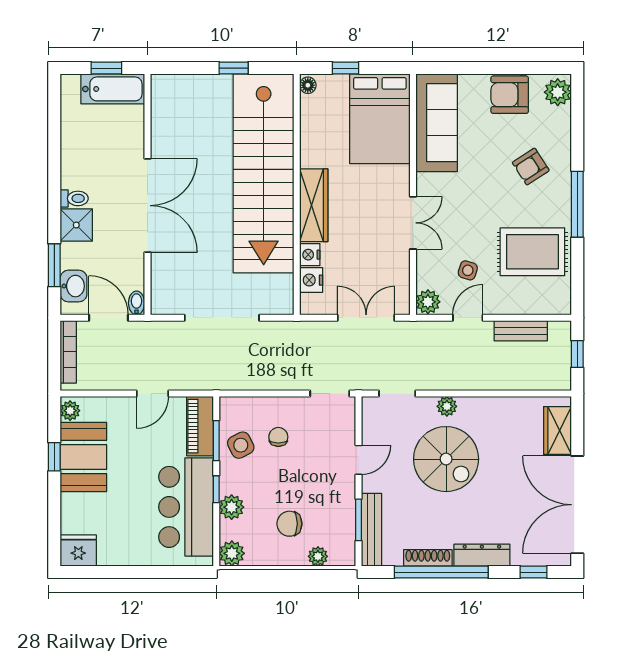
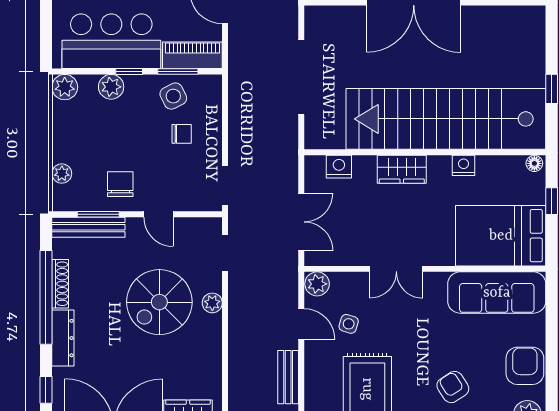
wardrobe: (314, 205) -> (402, 169), width x0.67
nightstand: (310, 255) -> (464, 165), moved
chair: (289, 524) -> (120, 184), moved

